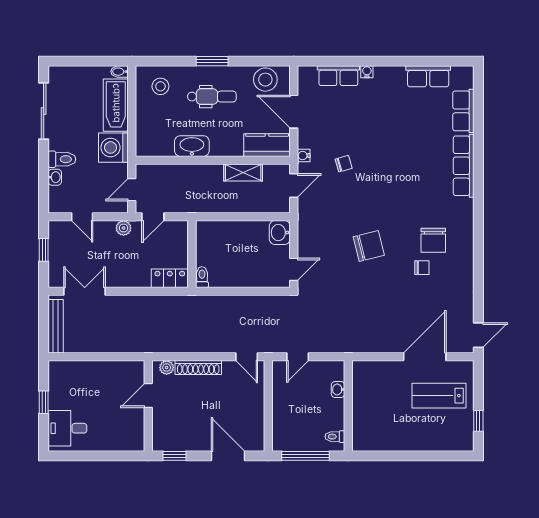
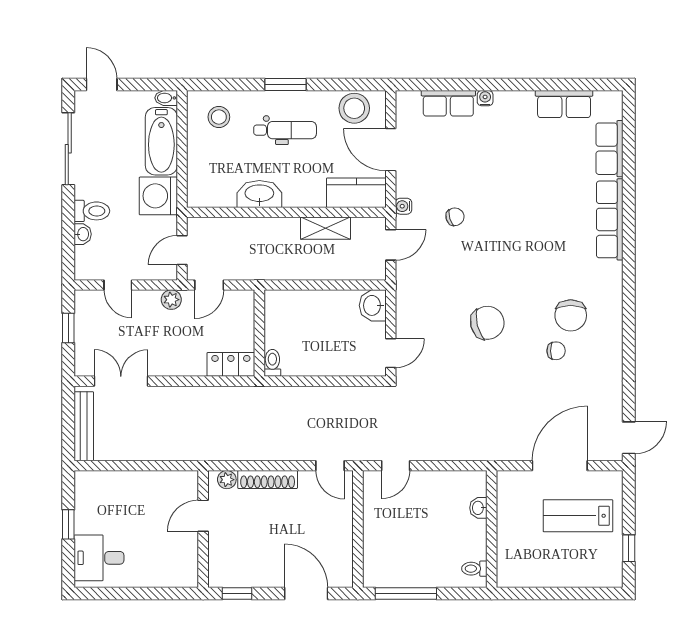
door: (70, 61) -> (102, 84), added
washbasin: (338, 389) -> (478, 508), moved
wall: (348, 406) -> (492, 529), moved
toilet: (335, 437) -> (474, 569), moved

